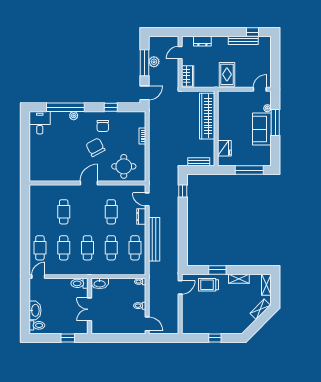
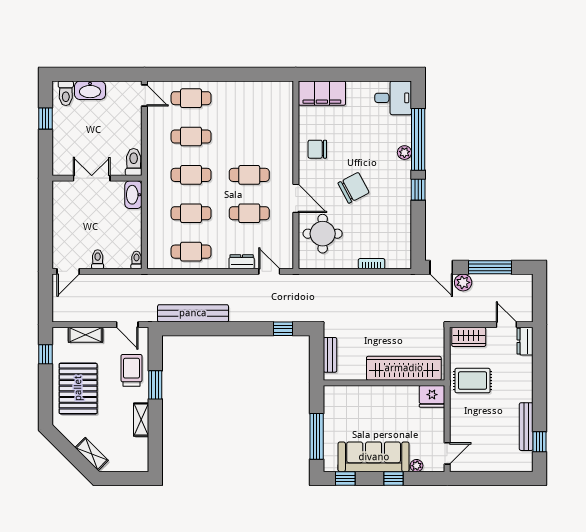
dresser: (202, 41) -> (525, 341), moved
plant: (154, 62) -> (463, 282), moved
rug: (227, 74) -> (473, 381), moved
door: (260, 89) -> (447, 453), hinge flipped
window: (111, 107) -> (418, 190), moved
window: (275, 123) -> (393, 479), width x0.46
chair: (103, 126) -> (317, 149), moved
sofa: (262, 129) -> (374, 457), width x1.36
fridge: (224, 148) -> (432, 396), moved
window: (275, 152) -> (345, 479), added
filing cabinet: (37, 167) -> (322, 93), added
door: (89, 183) -> (296, 198), moved
door: (147, 199) -> (269, 271), hinge flipped
cafe table: (64, 212) -> (249, 175), moved
bench: (154, 239) -> (193, 313), moved
shelving: (266, 285) -> (86, 335), moved
pallet: (220, 318) -> (78, 388), added
window: (68, 338) -> (45, 119), moved
window: (215, 338) -> (45, 354), moved

